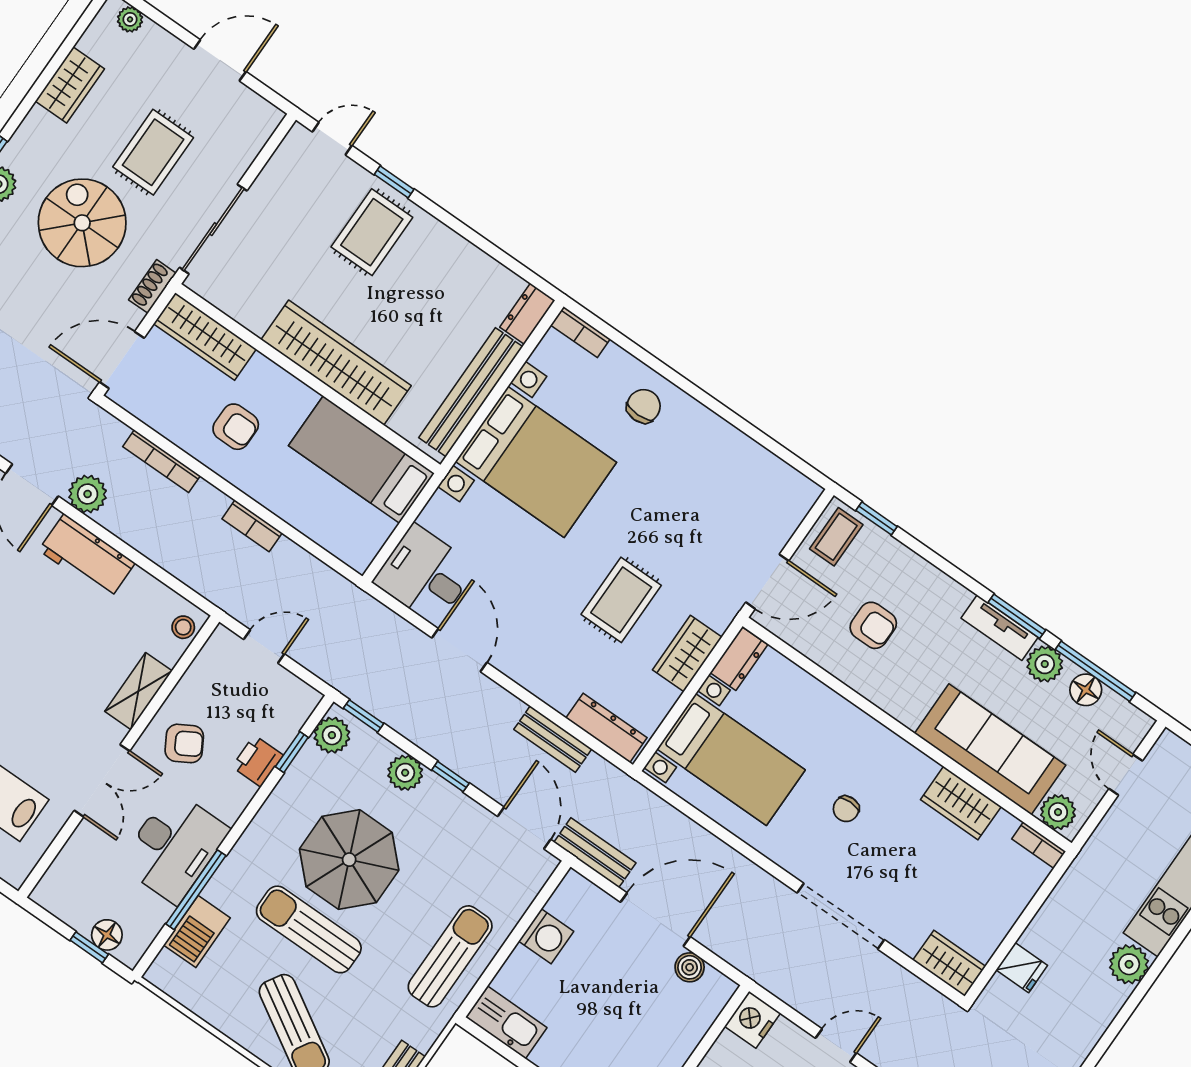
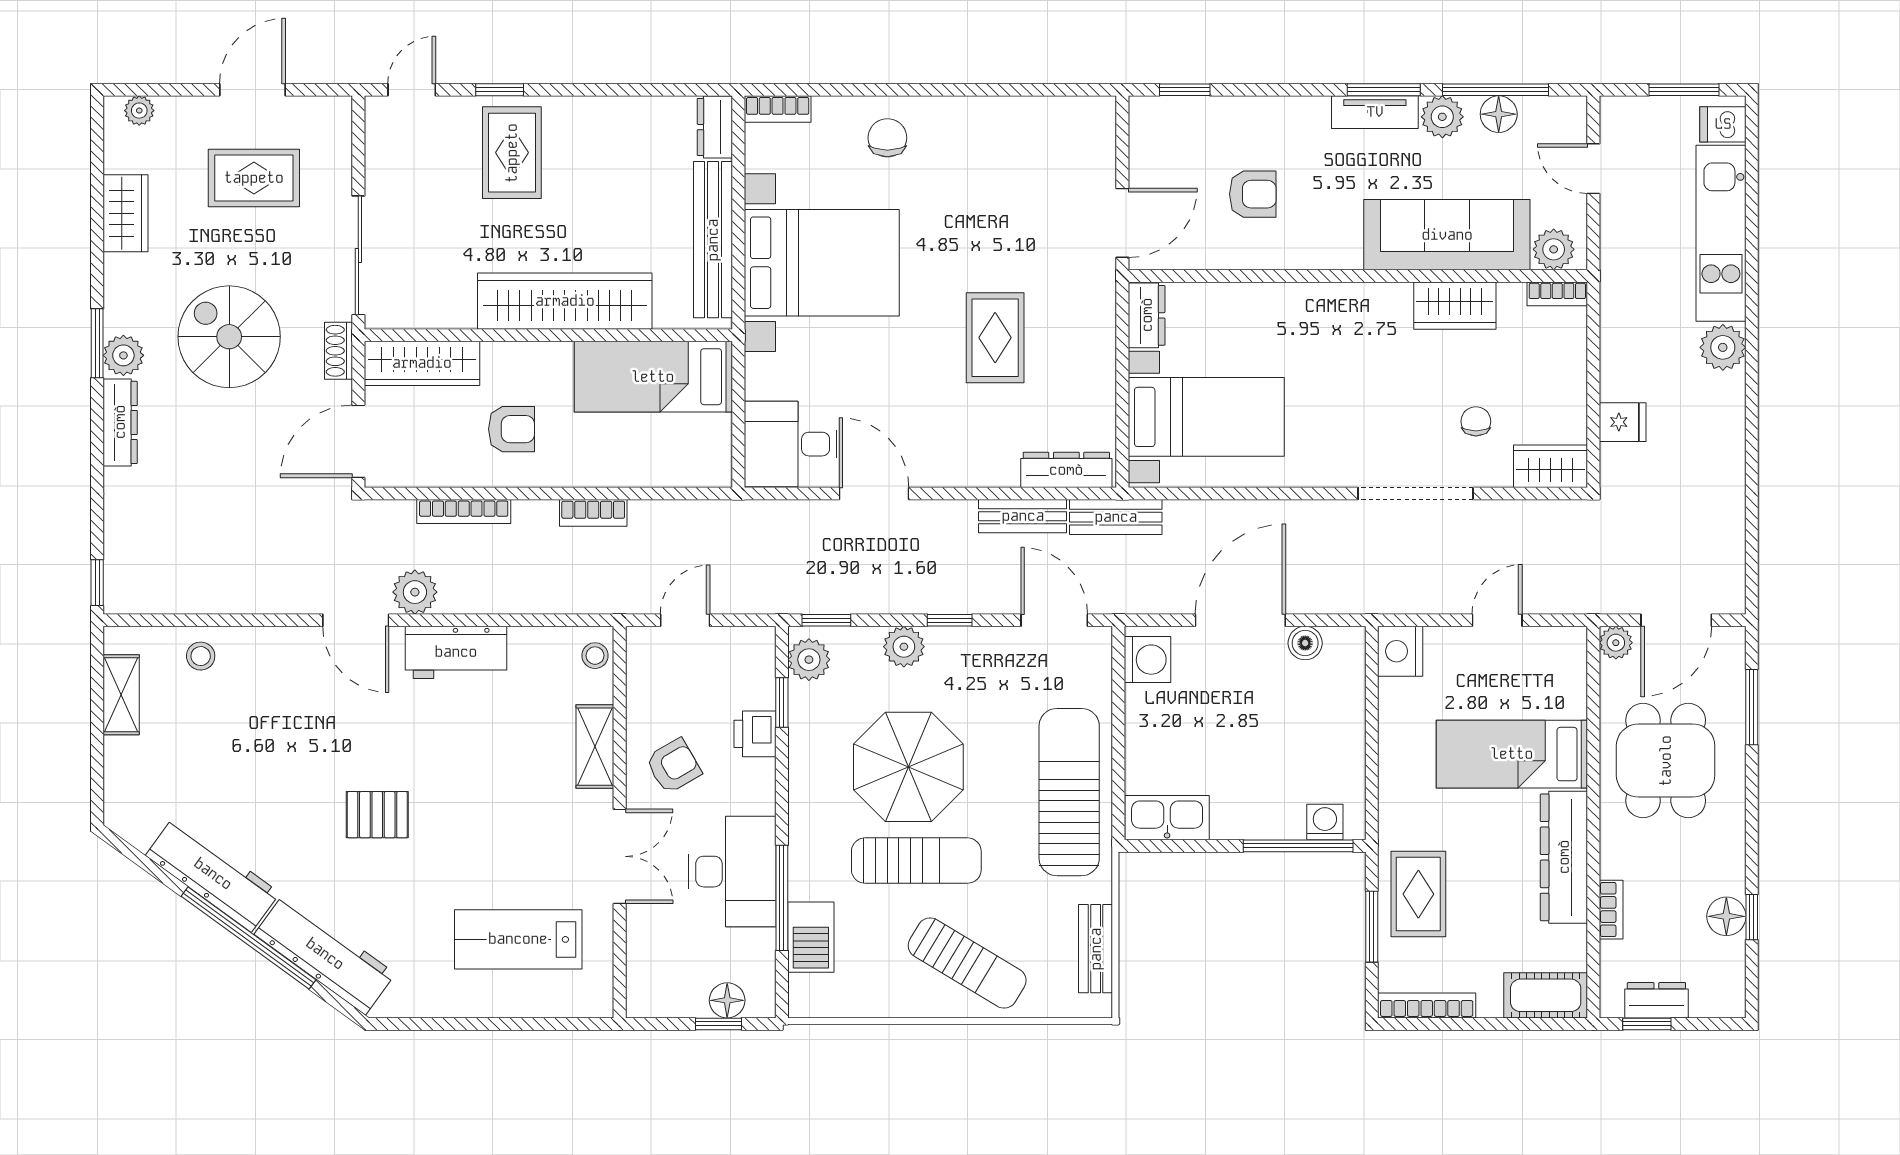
rug: (153, 152) -> (254, 178), moved, turned 90
coffee table: (836, 537) -> (1158, 134), removed
wardrobe: (687, 654) -> (1094, 345), removed
chair: (846, 809) -> (1476, 421), moved, turned 180
bench: (595, 853) -> (1116, 517), moved
sun lounger: (309, 929) -> (916, 861), turned 180
washing machine: (546, 936) -> (1147, 660), moved
sun lounger: (450, 956) -> (1069, 792), width x1.36, depth x1.34

